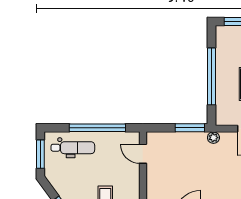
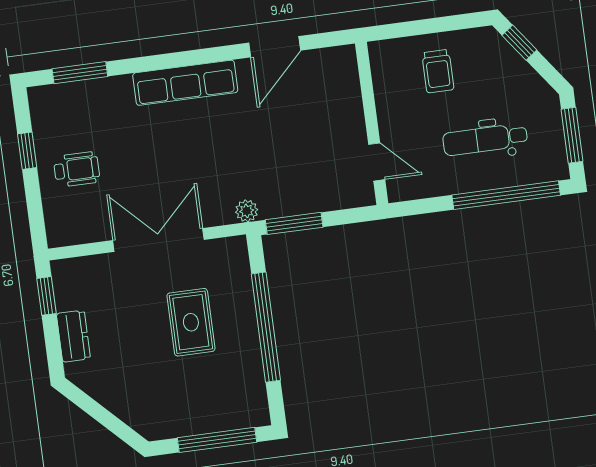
window: (97, 128) -> (506, 195), moved
dental chair: (73, 148) -> (485, 139), moved

